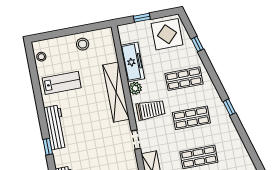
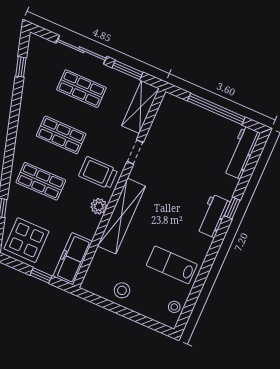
freezer: (132, 62) -> (73, 259), moved
window: (229, 107) -> (21, 67), moved
workbench: (56, 127) -> (213, 216), width x0.73

